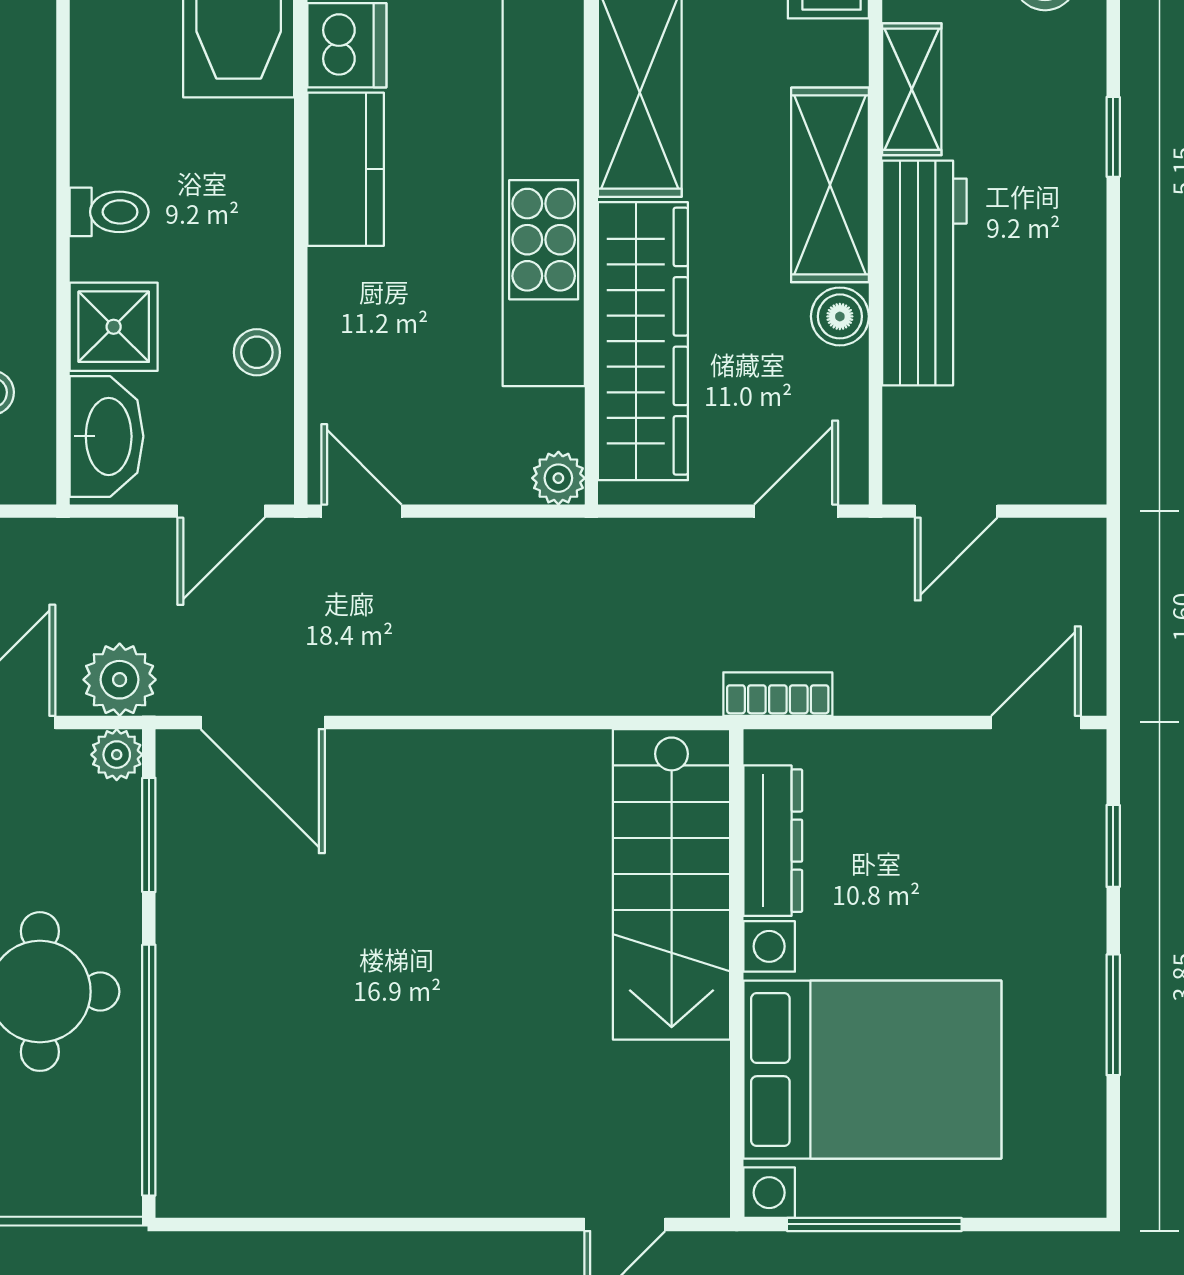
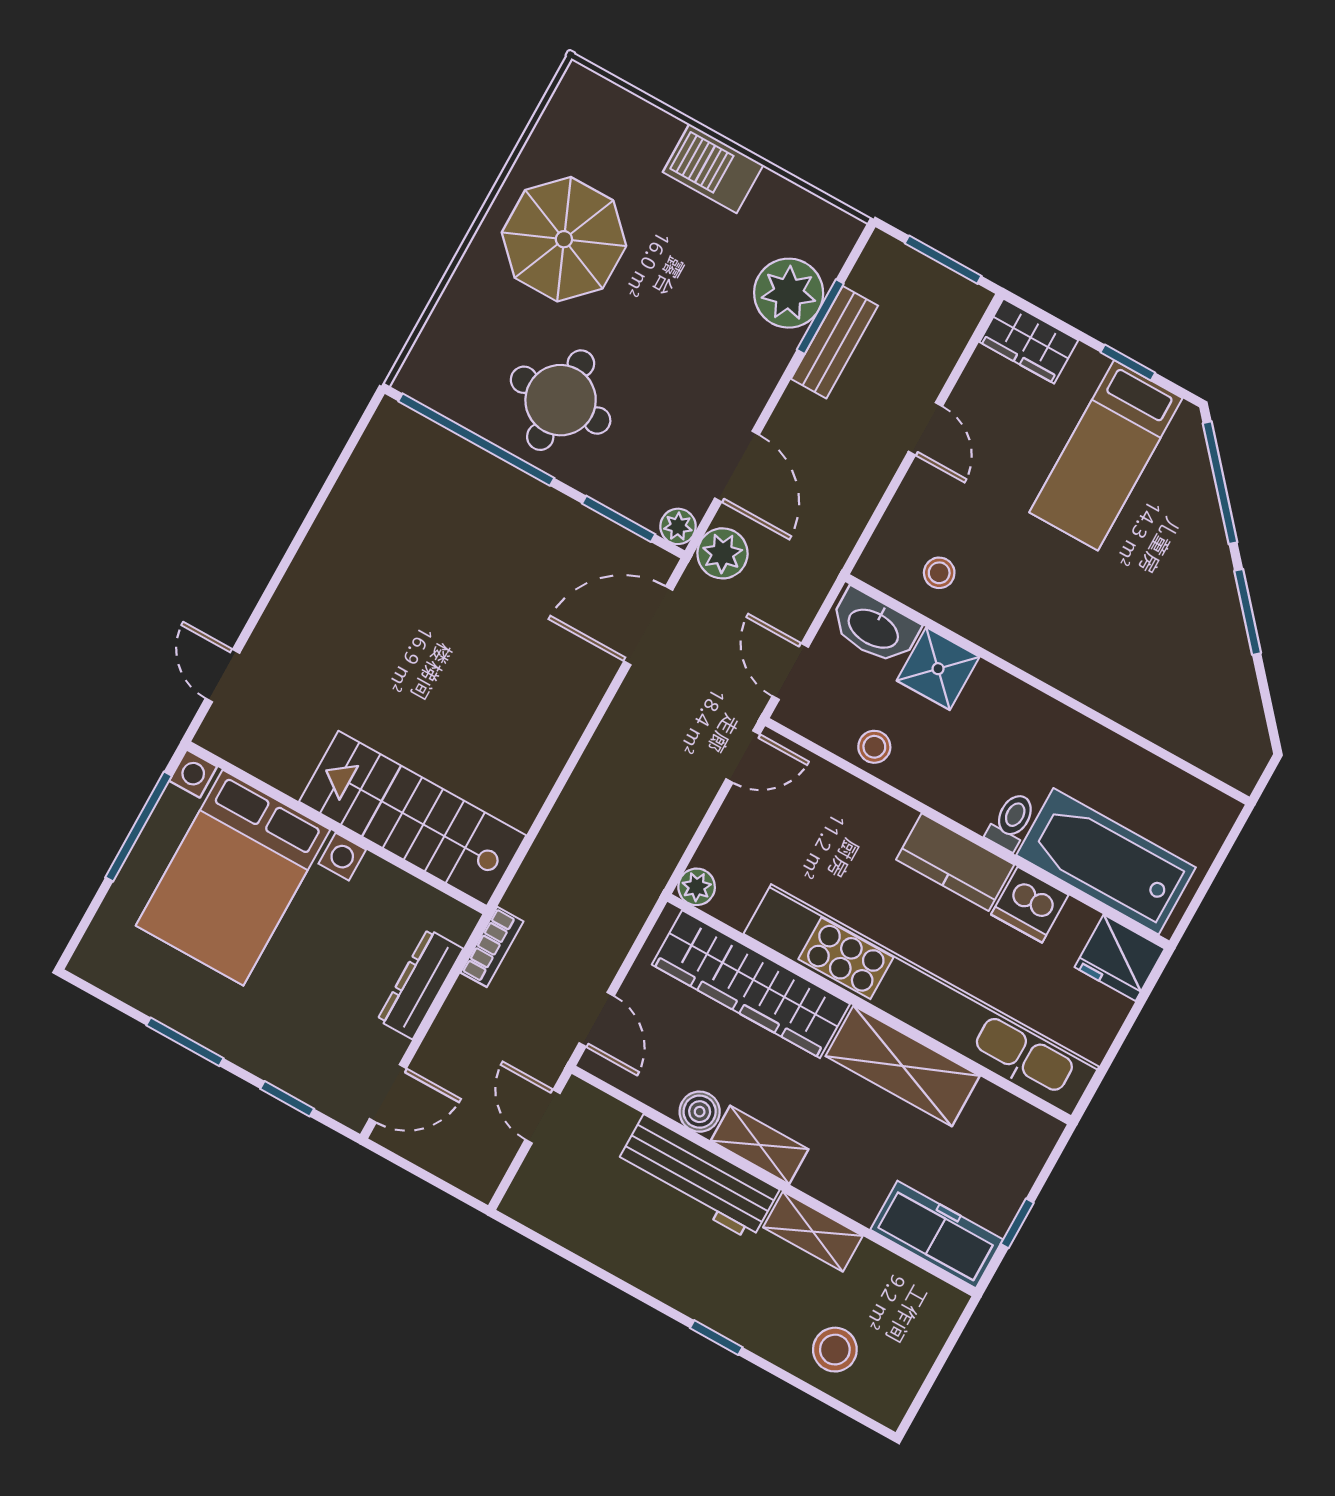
shelving: (830, 185) -> (760, 1145), width x0.67, depth x0.75
toilet: (109, 212) -> (1011, 821), moved, turned 180
door: (1036, 722) -> (388, 1094), hinge flipped
dresser: (773, 841) -> (420, 984), moved, turned 90

